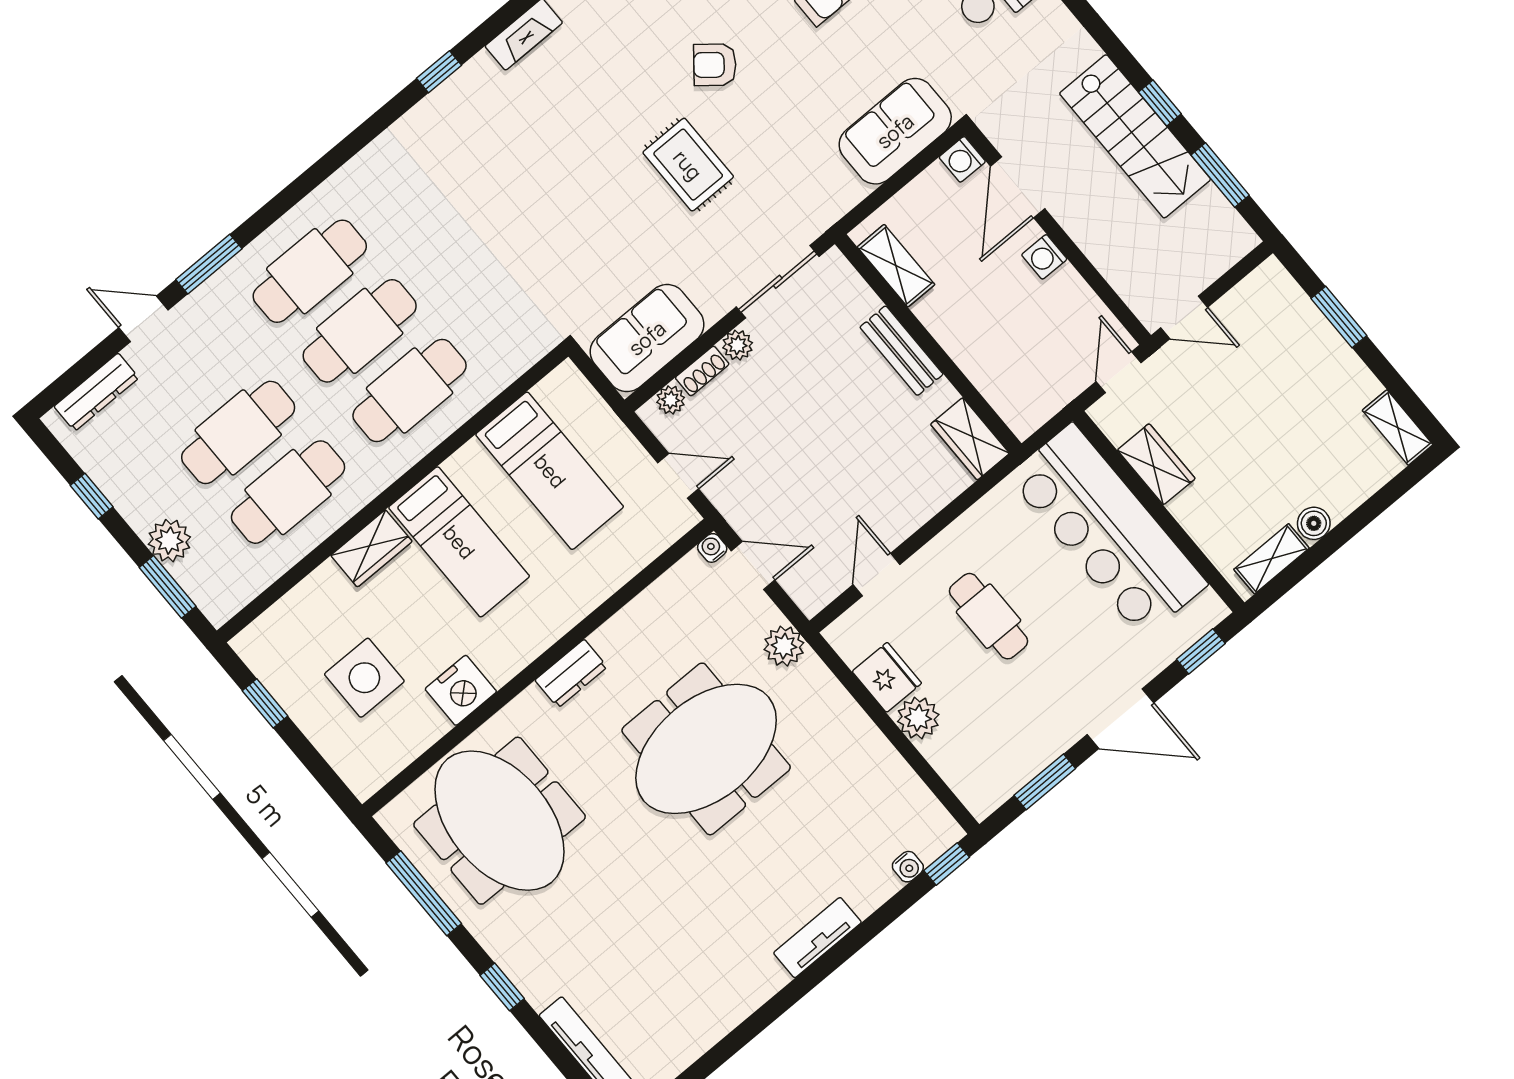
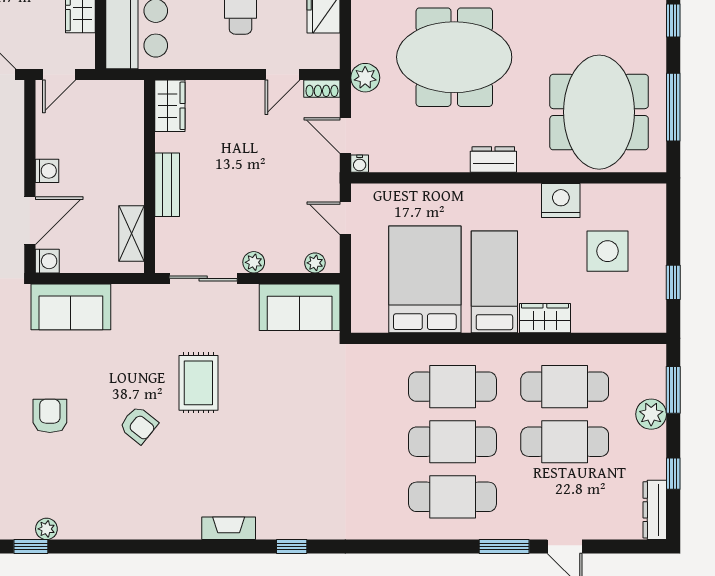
shoe rack: (702, 371) -> (322, 89), moved, turned 180
dresser: (96, 392) -> (655, 510), moved, turned -90
bed: (550, 471) -> (425, 279), width x1.50

